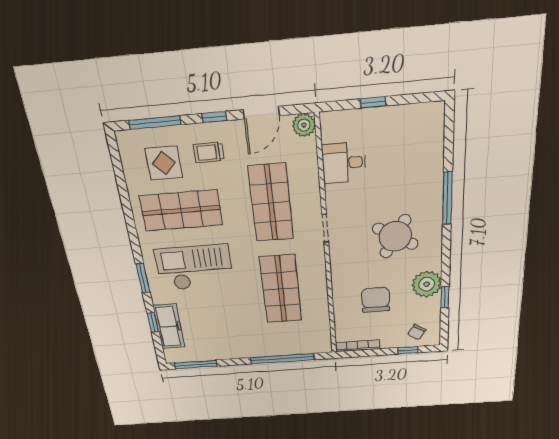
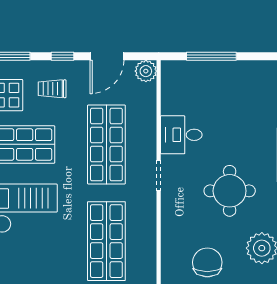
window: (373, 102) -> (211, 56), width x2.17
desk: (344, 163) -> (181, 135), moved
round table: (395, 236) -> (230, 191), turned -30

